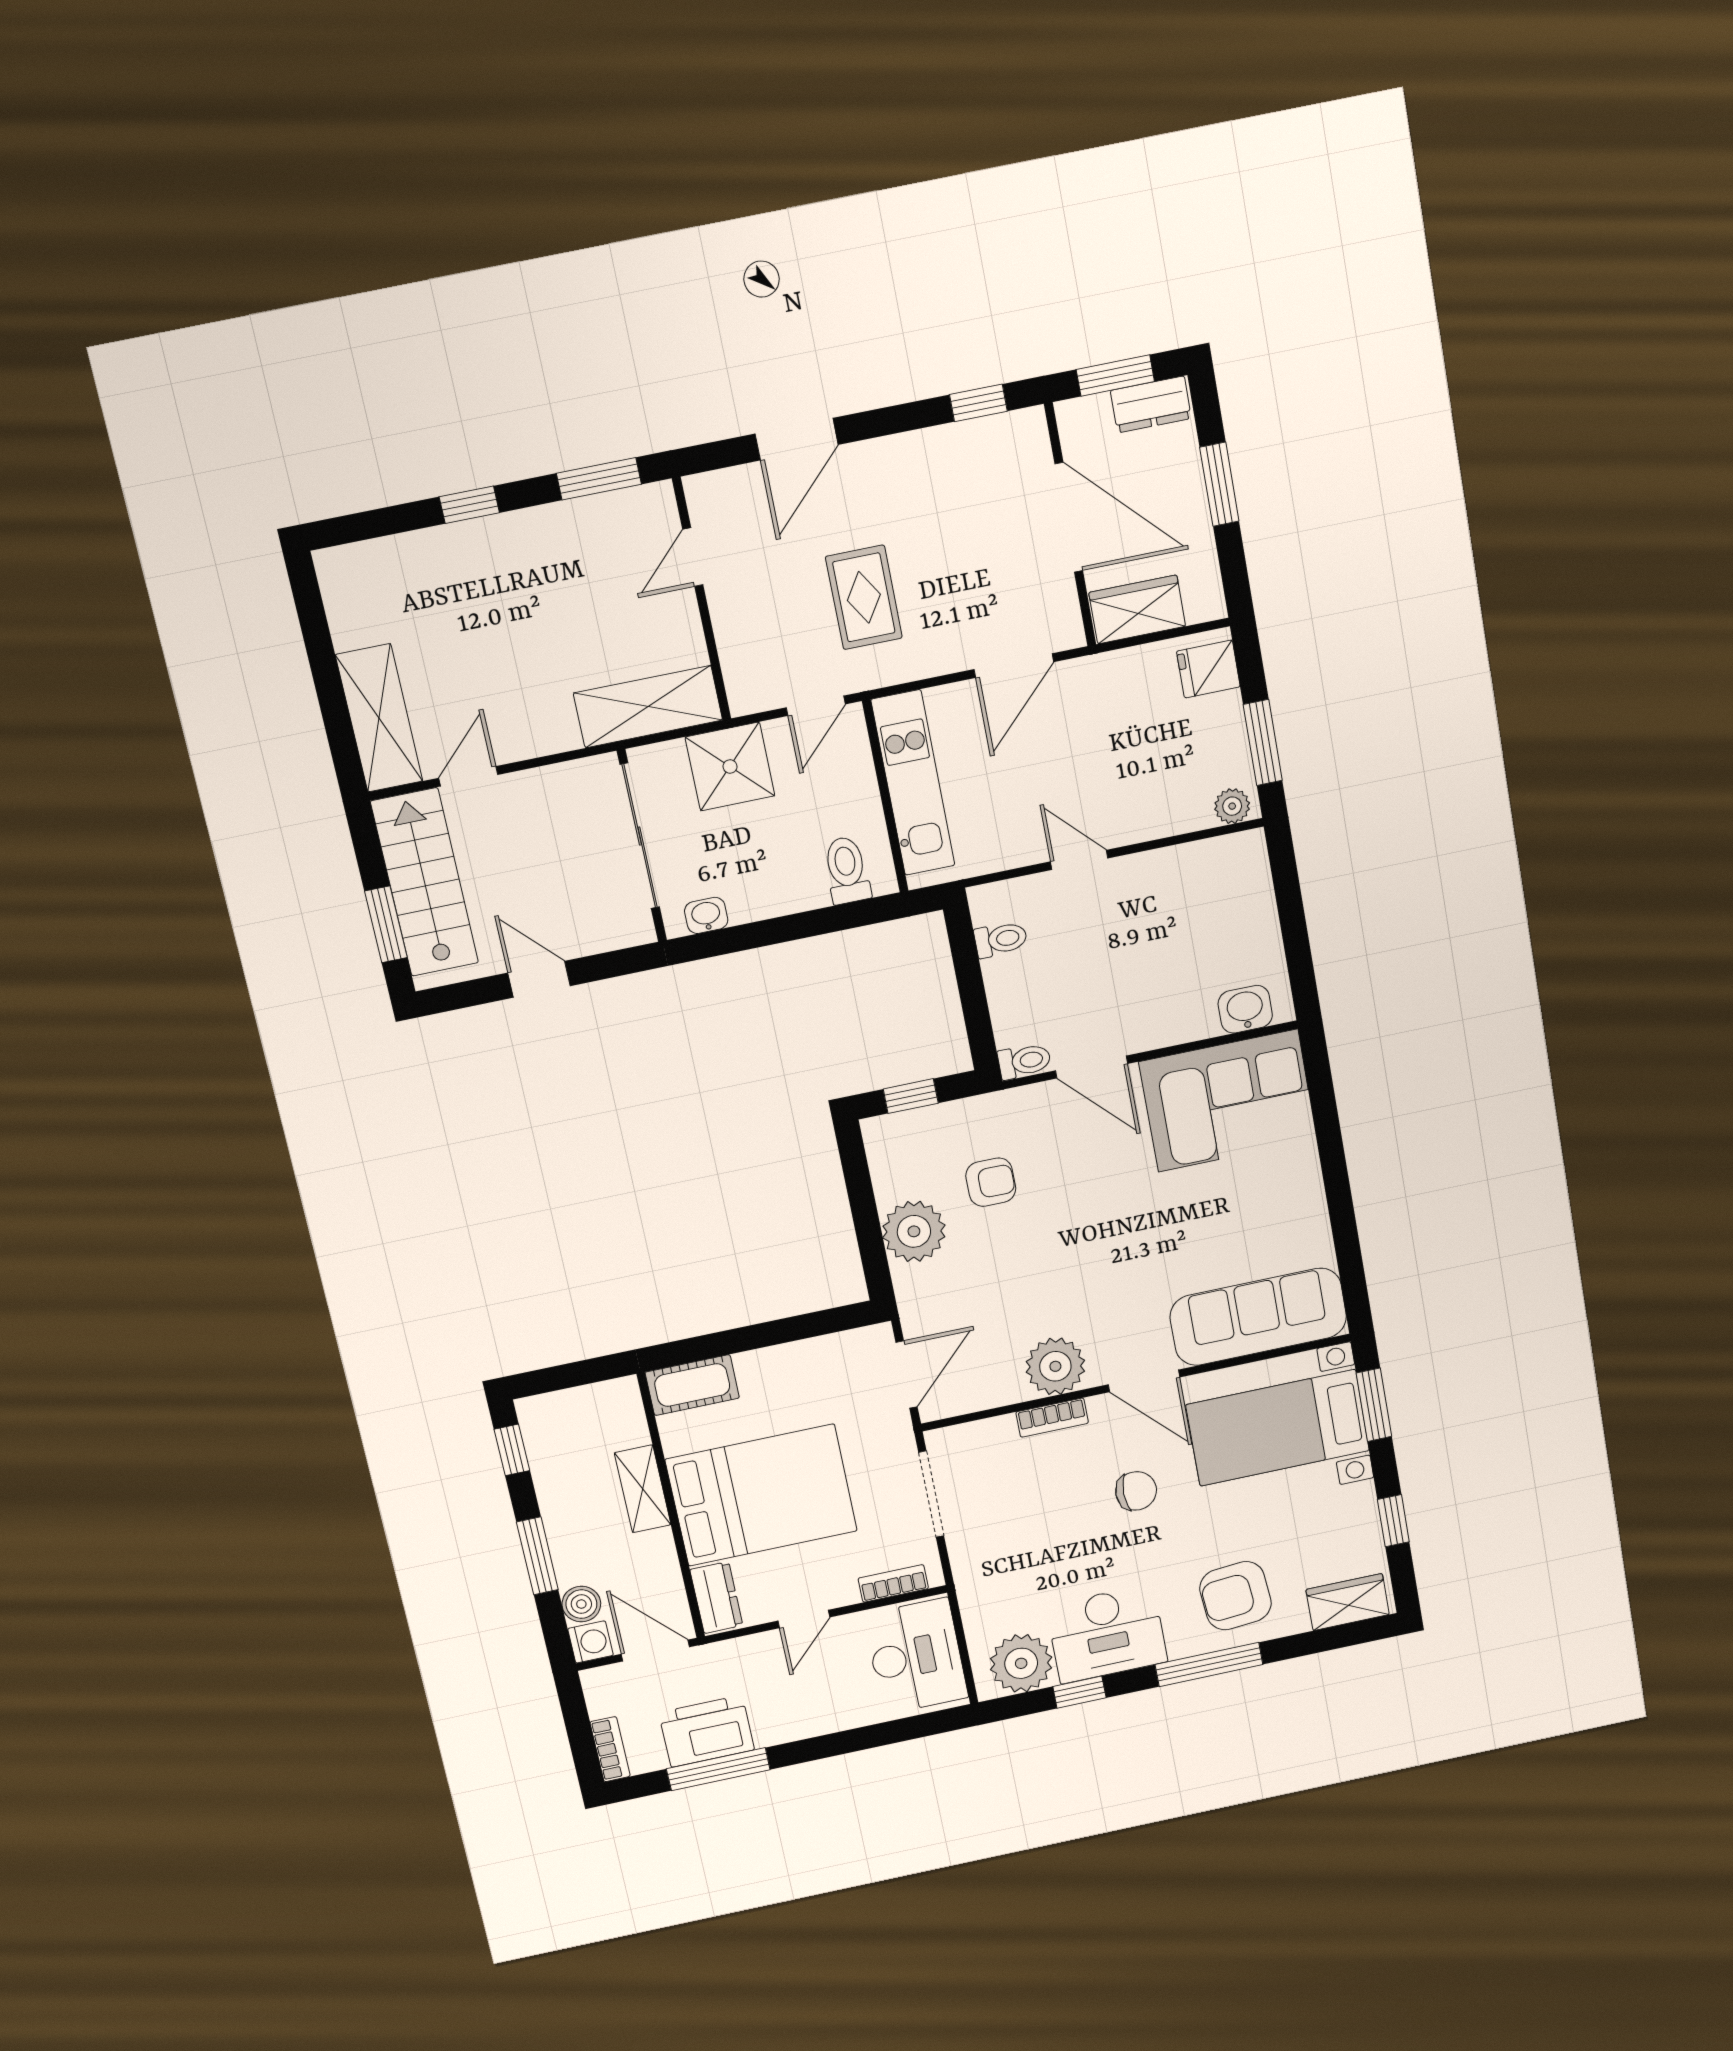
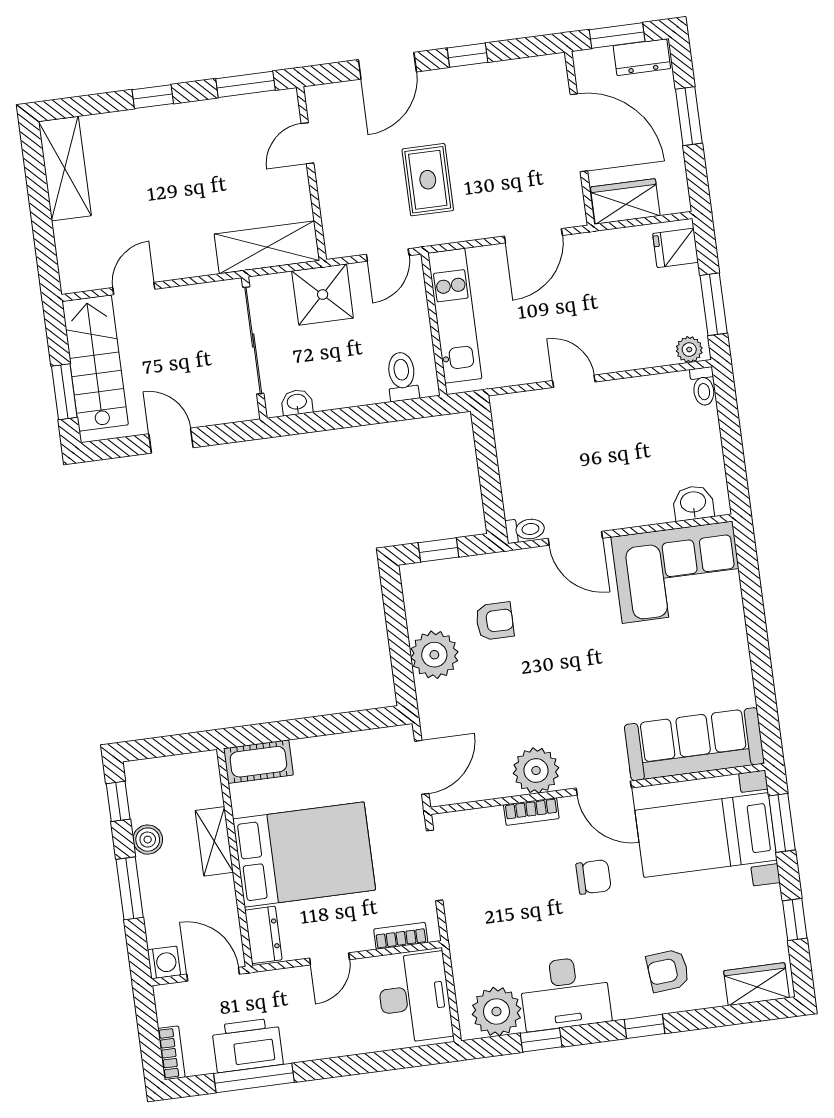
window: (978, 403) -> (467, 55), moved
shelving: (379, 718) -> (65, 169), moved
toilet: (1001, 939) -> (703, 386), moved, turned 90
armchair: (1236, 1596) -> (668, 971), width x0.72, depth x0.72
boiler: (581, 1604) -> (148, 840), moved
window: (1209, 1665) -> (645, 1026), width x0.46

